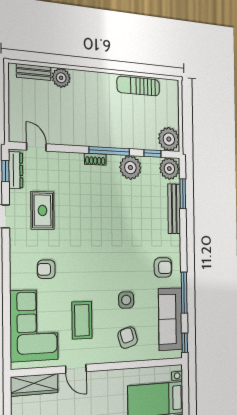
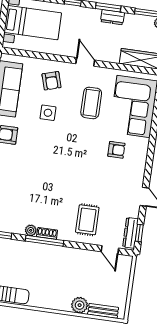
shoe rack: (95, 159) -> (47, 233), moved
plant: (130, 168) -> (31, 230), width x0.53, depth x0.53
rug: (42, 210) -> (87, 220), moved
door: (76, 369) -> (85, 62), moved

